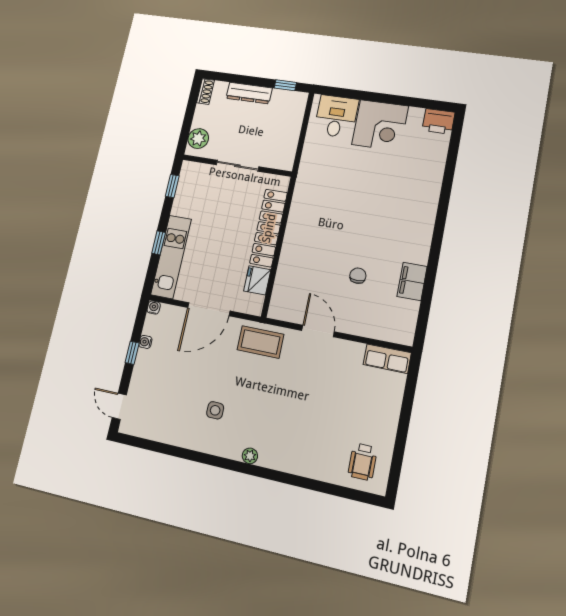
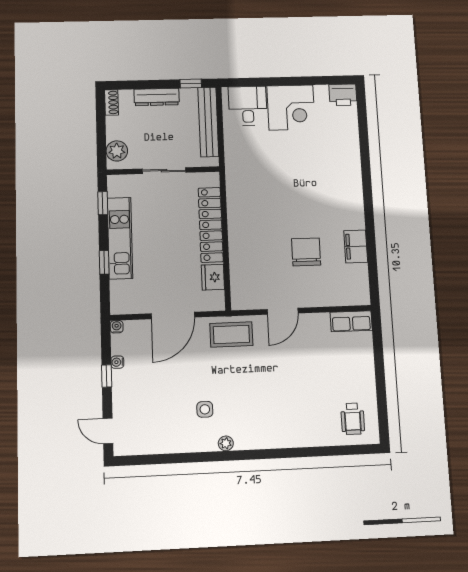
bench: (293, 126) -> (208, 122), added
kitchen unit: (171, 257) -> (120, 238), moved
chair: (358, 276) -> (306, 252), width x1.87, depth x1.87
door: (318, 331) -> (283, 311), swing flipped
plant: (250, 456) -> (226, 443), moved

